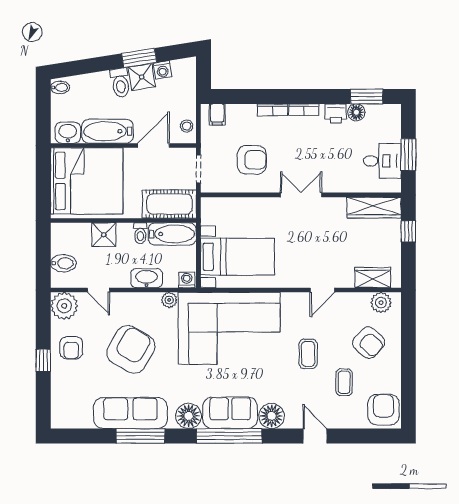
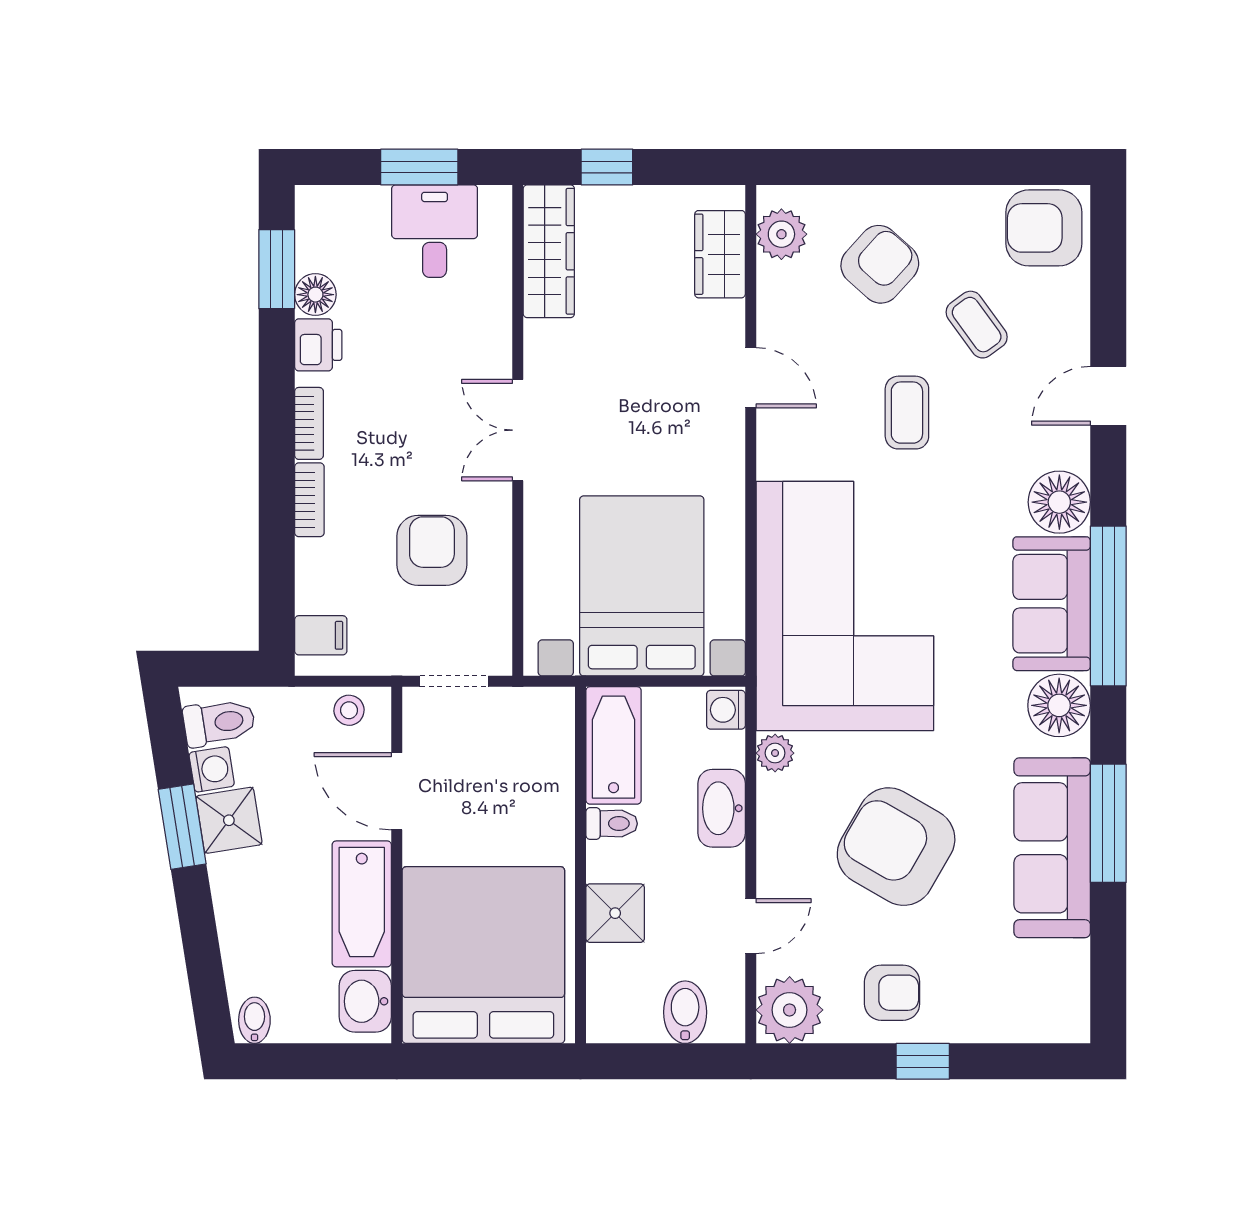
toilet: (120, 83) -> (219, 723), moved
cot: (169, 204) -> (540, 752), removed
bed with nightstands: (237, 257) -> (642, 586), width x1.36
coffee table: (308, 354) -> (907, 413), turned 90
coffee table: (344, 382) -> (977, 325), turned 54

